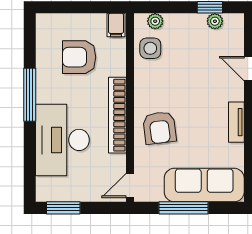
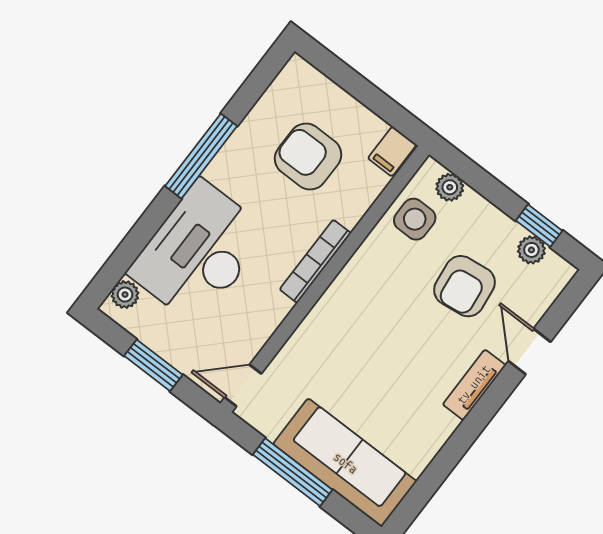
bookcase: (117, 115) -> (315, 261), width x0.68, depth x0.76
tv unit: (236, 122) -> (474, 385), moved
armchair: (159, 128) -> (464, 286), moved
plant: (44, 185) -> (125, 295), added
window: (63, 208) -> (153, 365), moved

